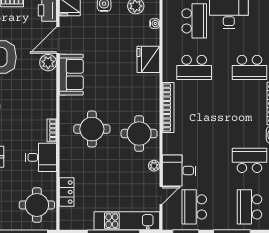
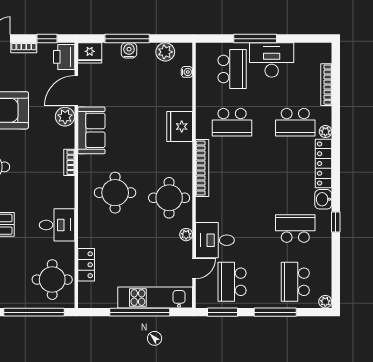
fridge: (148, 59) -> (180, 127), moved
bookcase: (52, 130) -> (69, 162), moved

